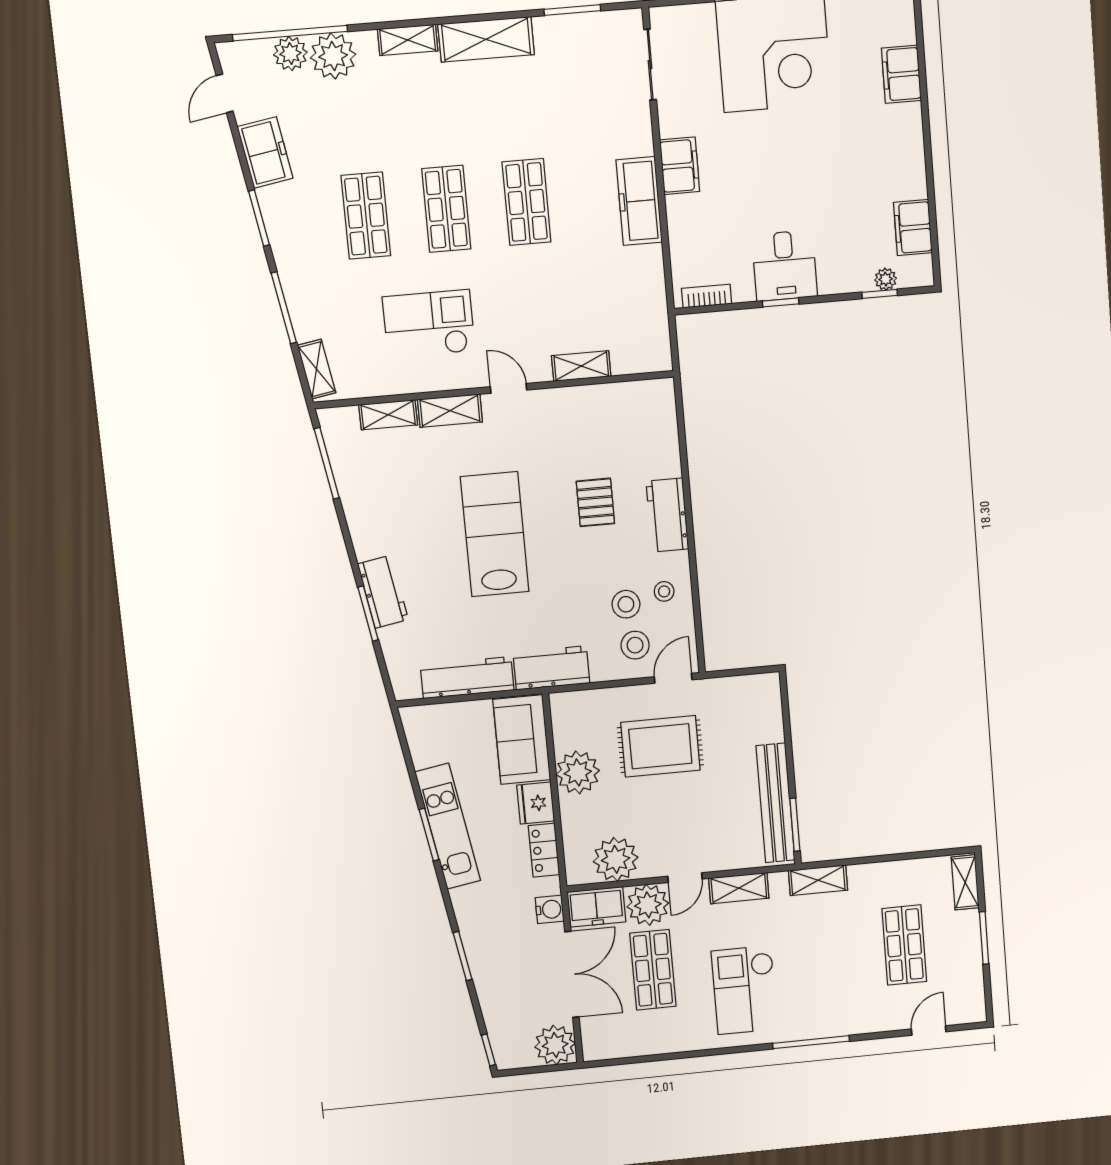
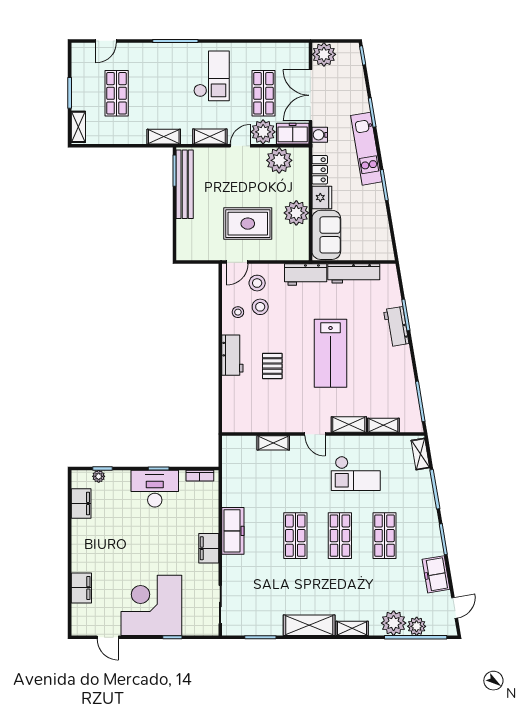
desk: (785, 266) -> (155, 489), width x1.37
kitchen unit: (448, 826) -> (366, 149), moved

